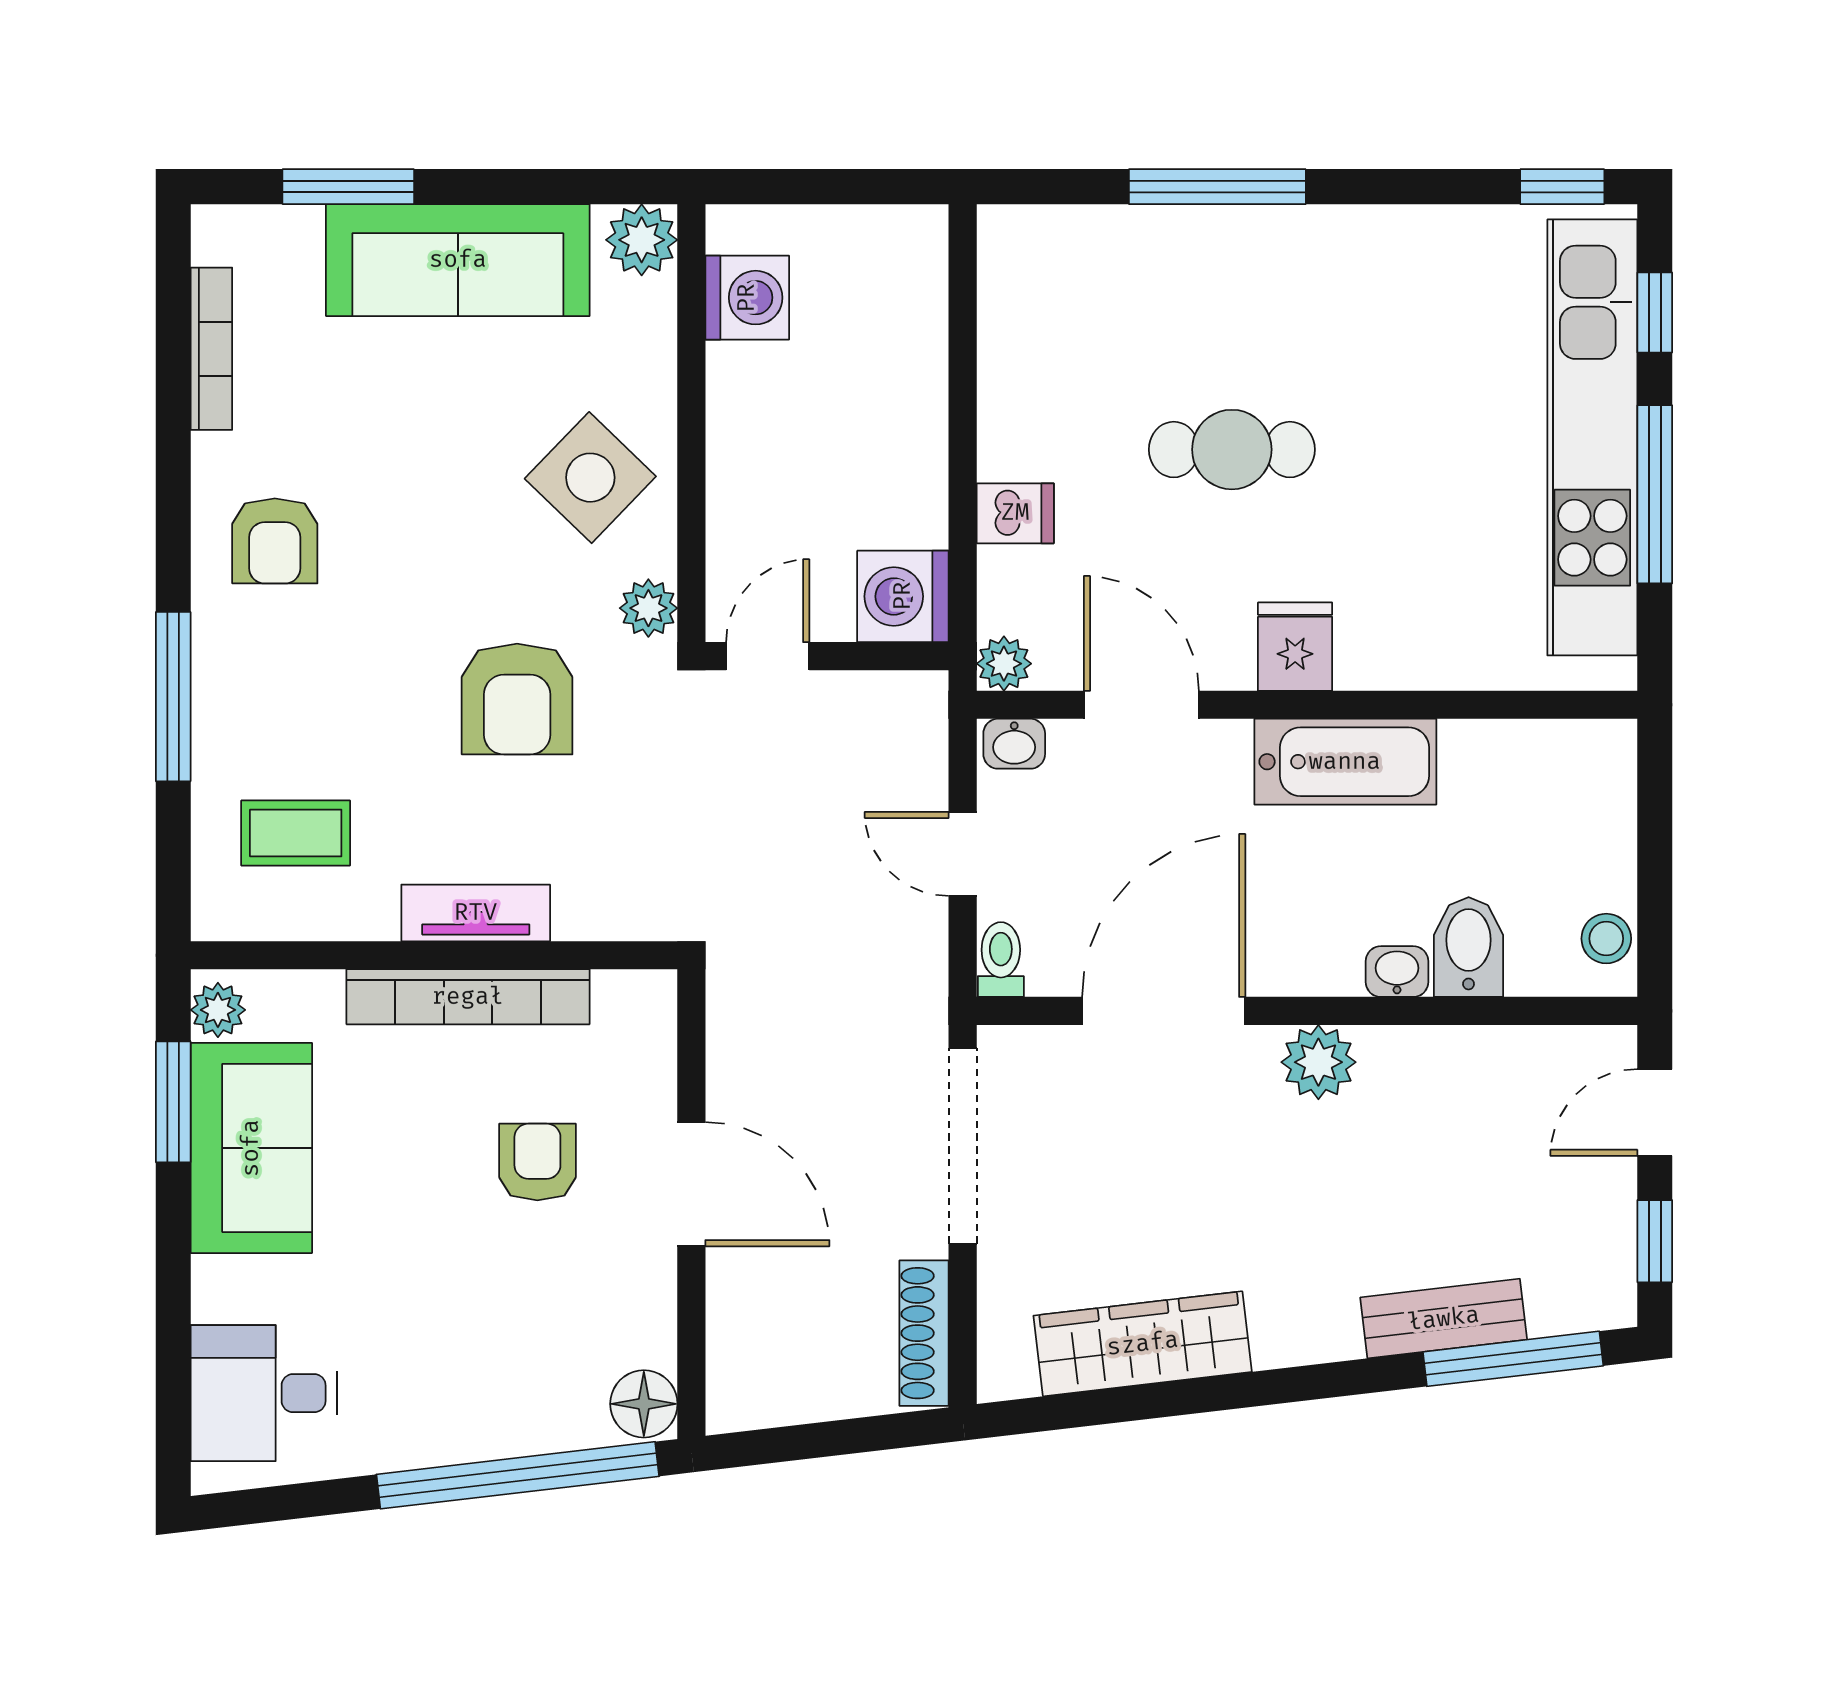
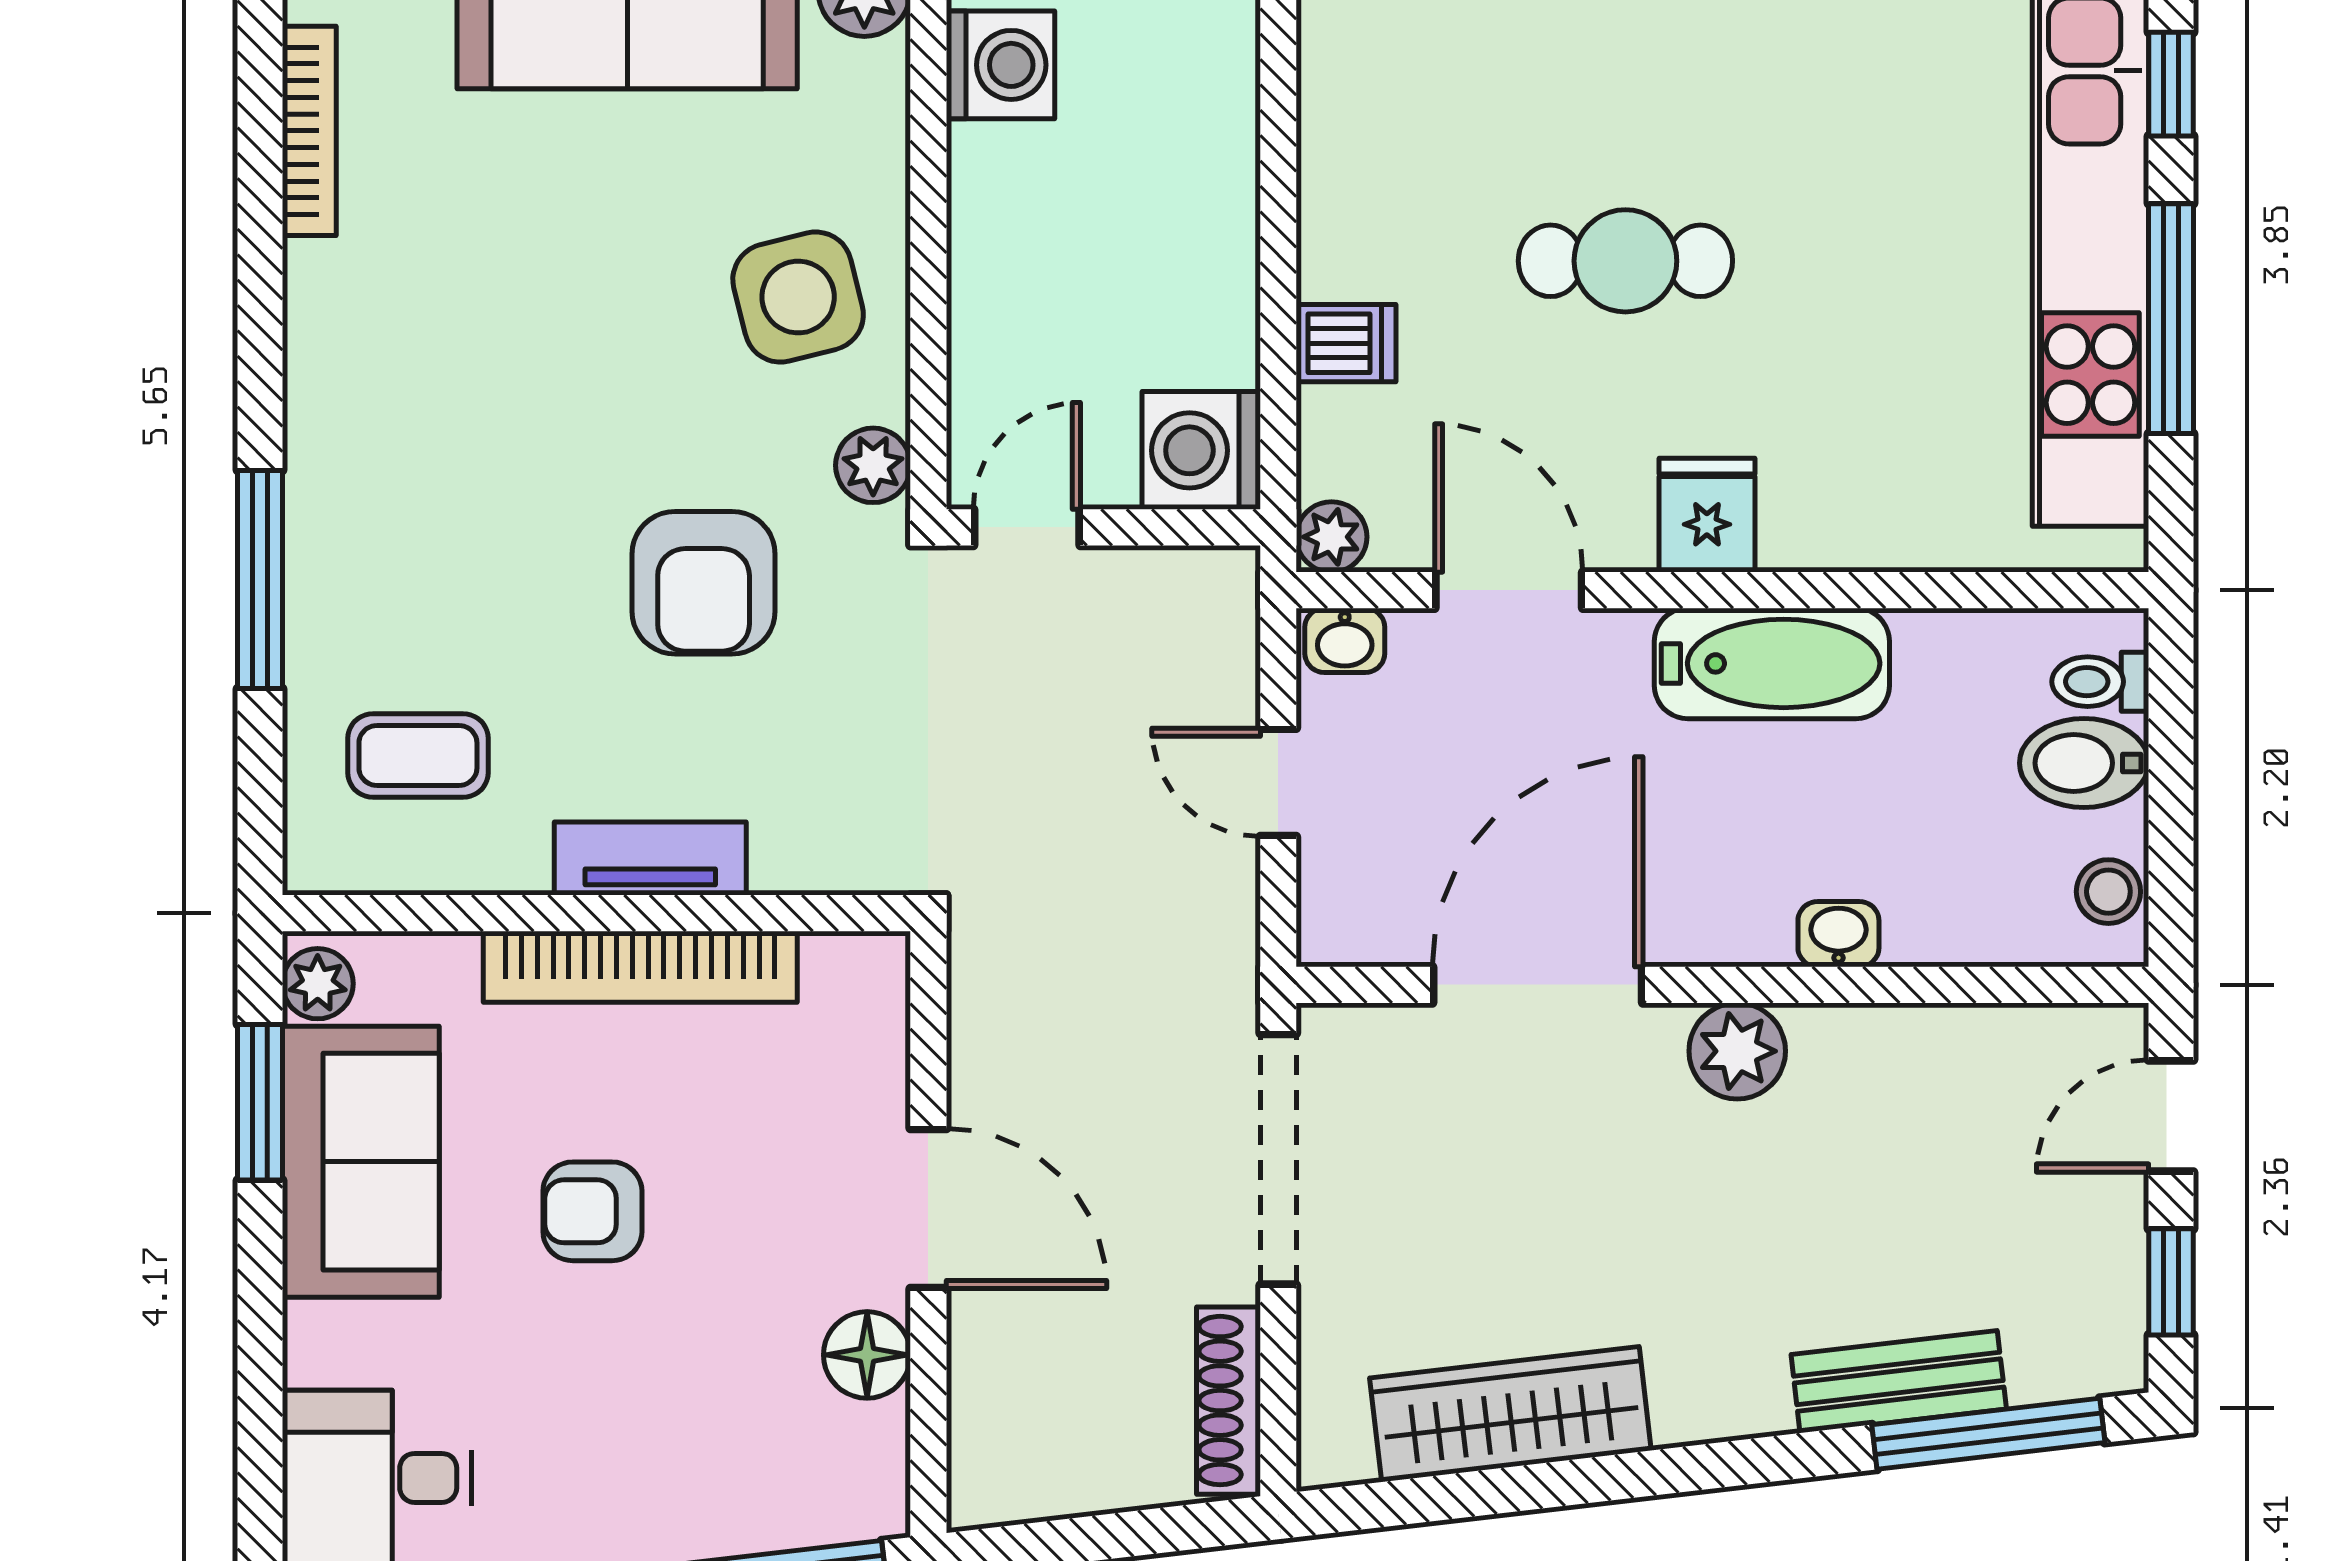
side table: (590, 478) -> (798, 297), turned 32
armchair: (275, 541) -> (391, 379), removed
bidet: (1469, 947) -> (2084, 763), moved, turned -90
toilet: (1001, 960) -> (2100, 682), moved, turned -90
armchair: (537, 1162) -> (592, 1211), moved, turned -90
floor lamp: (644, 1404) -> (867, 1355), moved

